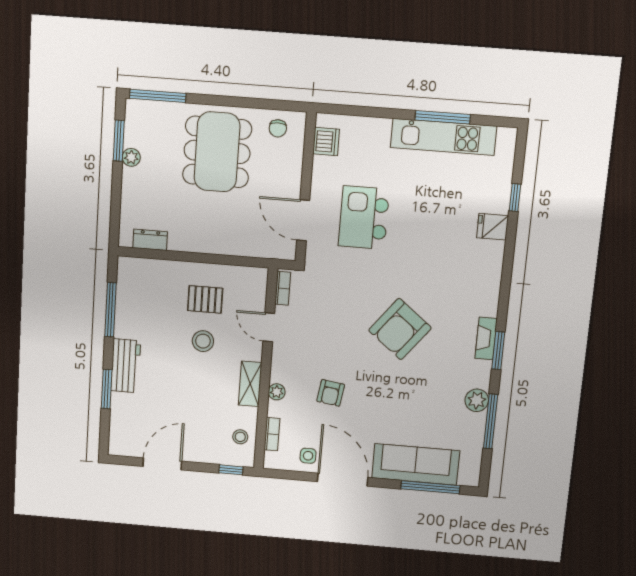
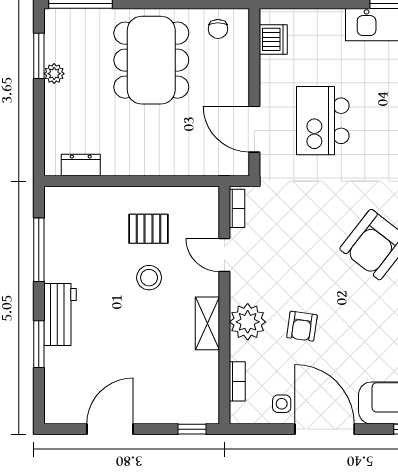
plant: (277, 392) -> (248, 322), width x1.88, depth x1.88
stool: (240, 437) -> (200, 388), removed

